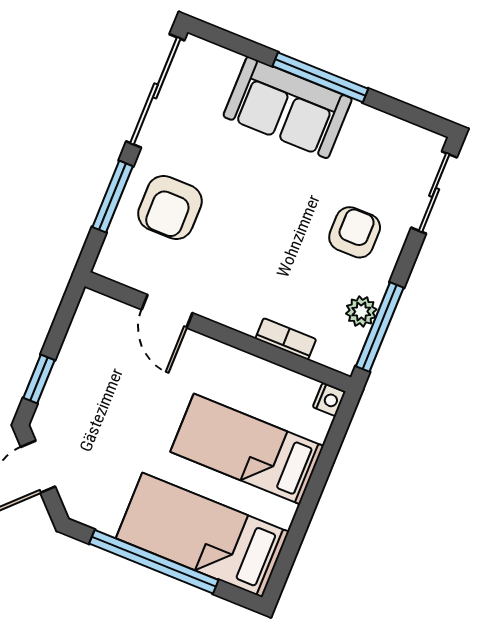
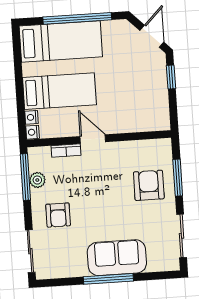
sliding door: (155, 91) -> (182, 236), width x0.73
door: (167, 311) -> (93, 139), moved
nightstand: (318, 427) -> (31, 117), added

